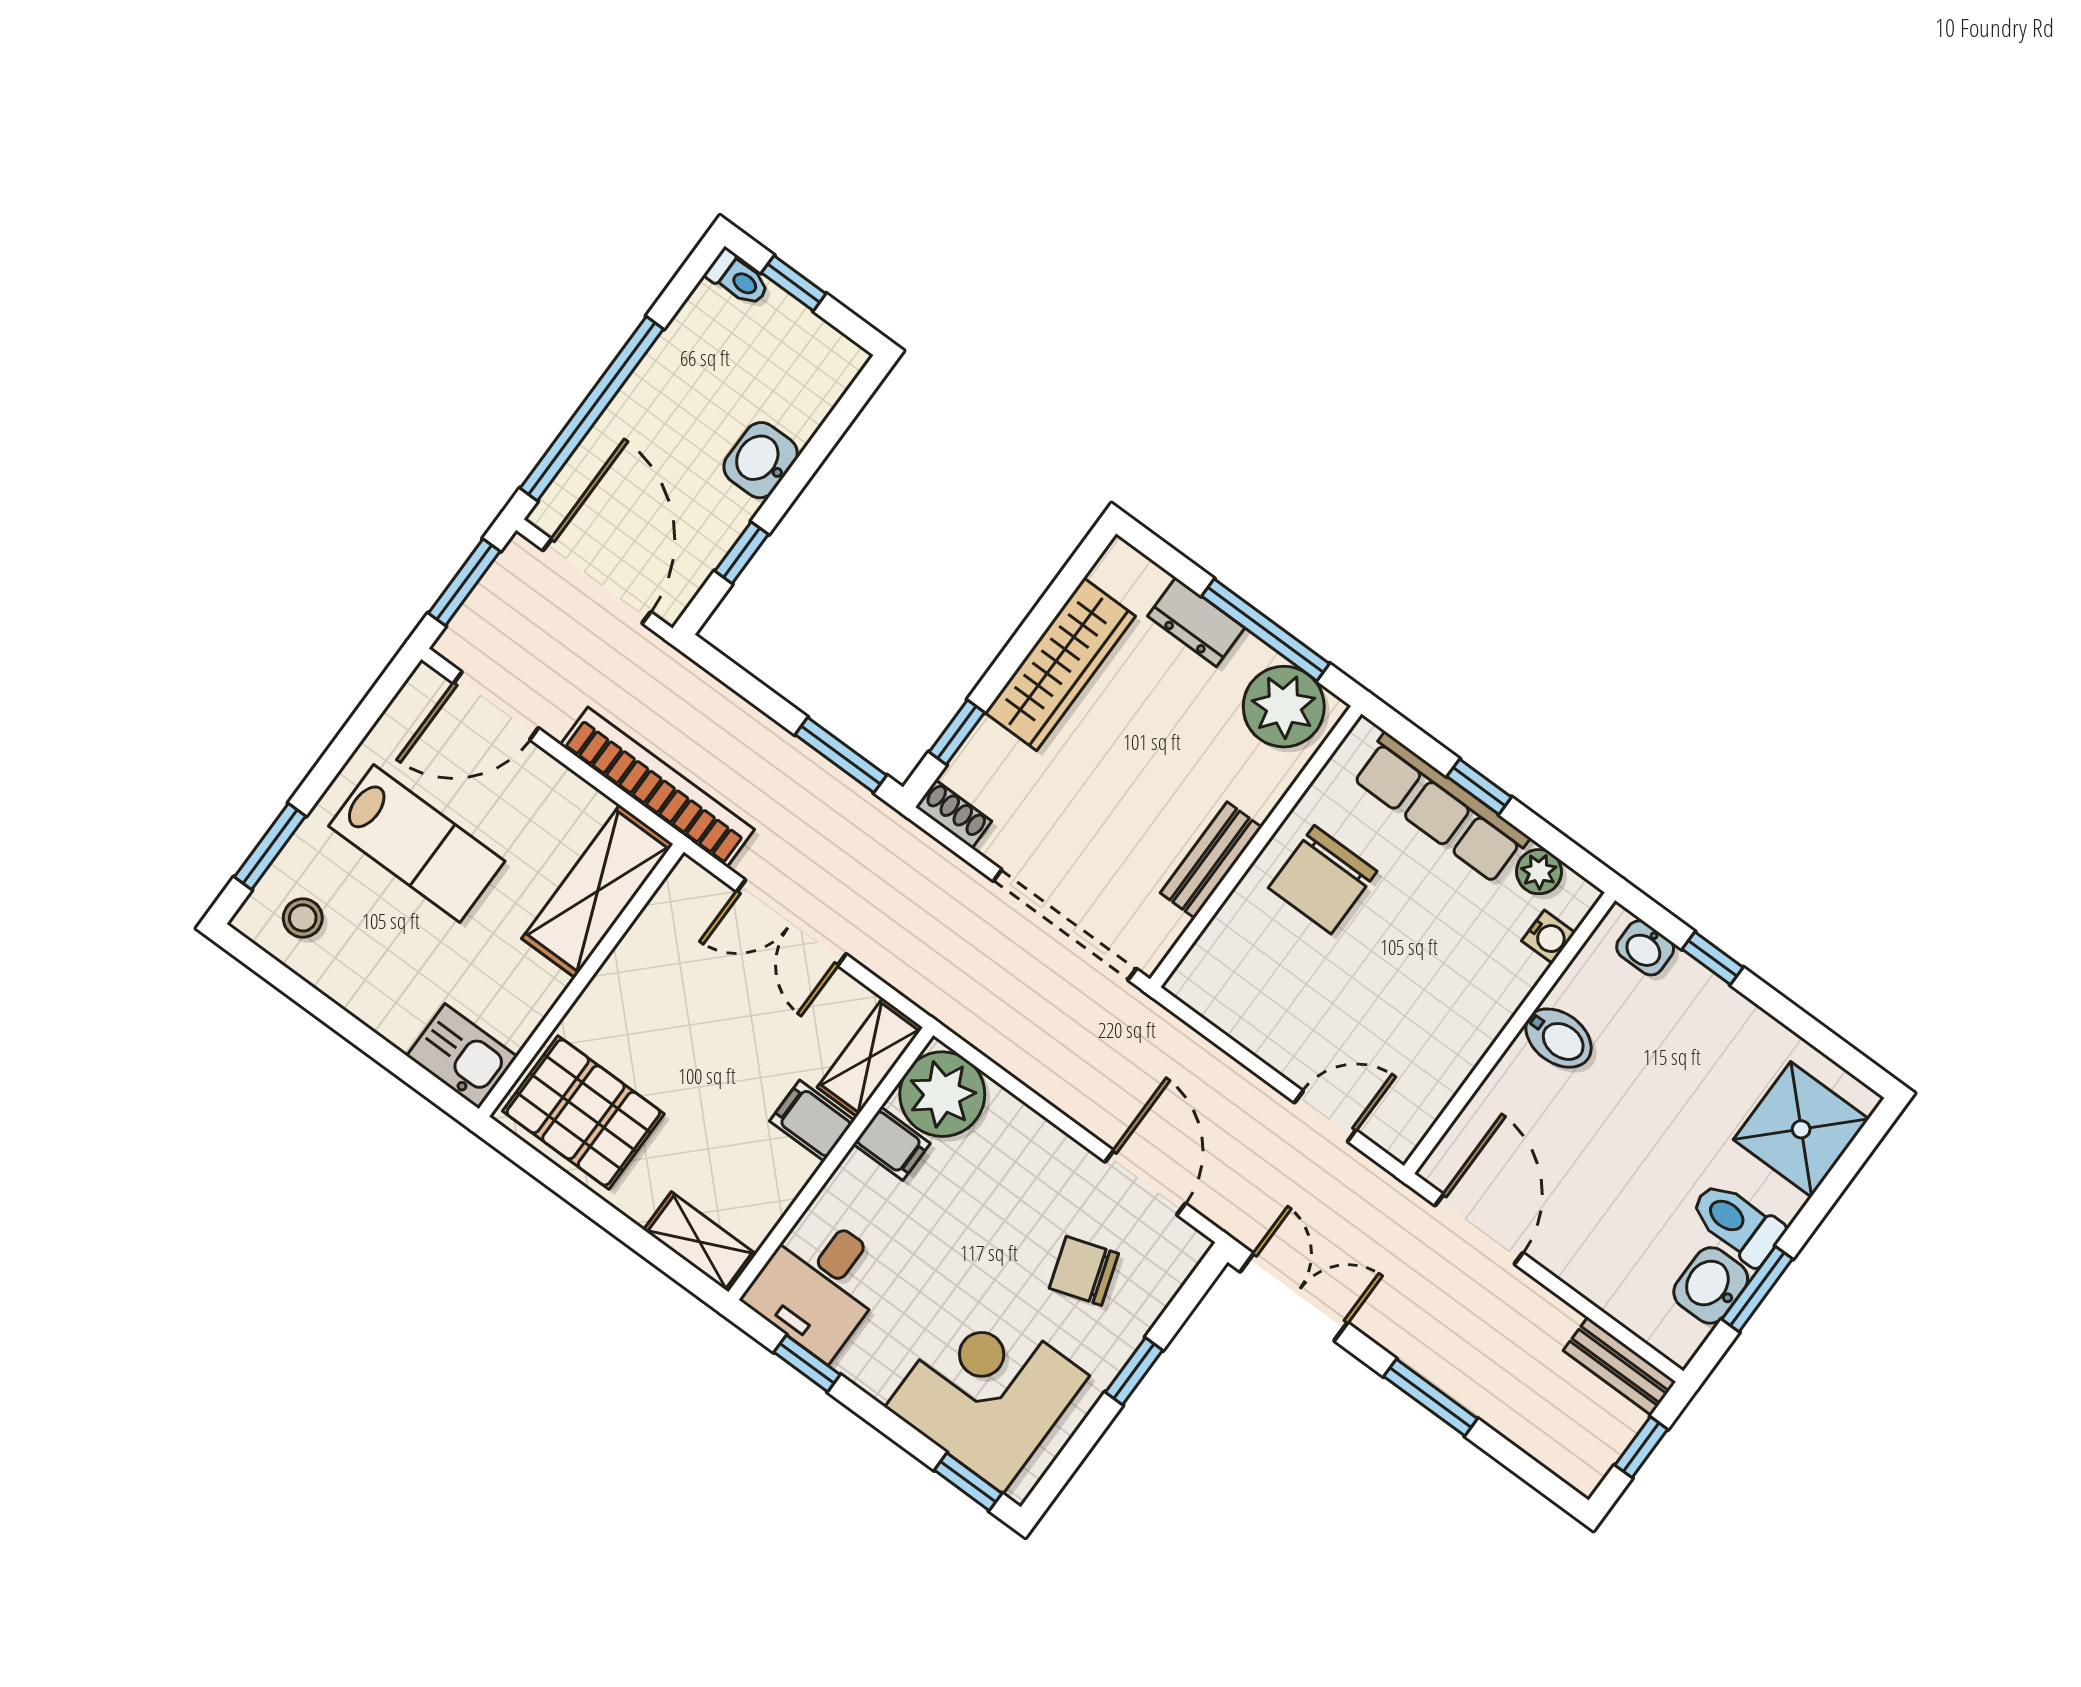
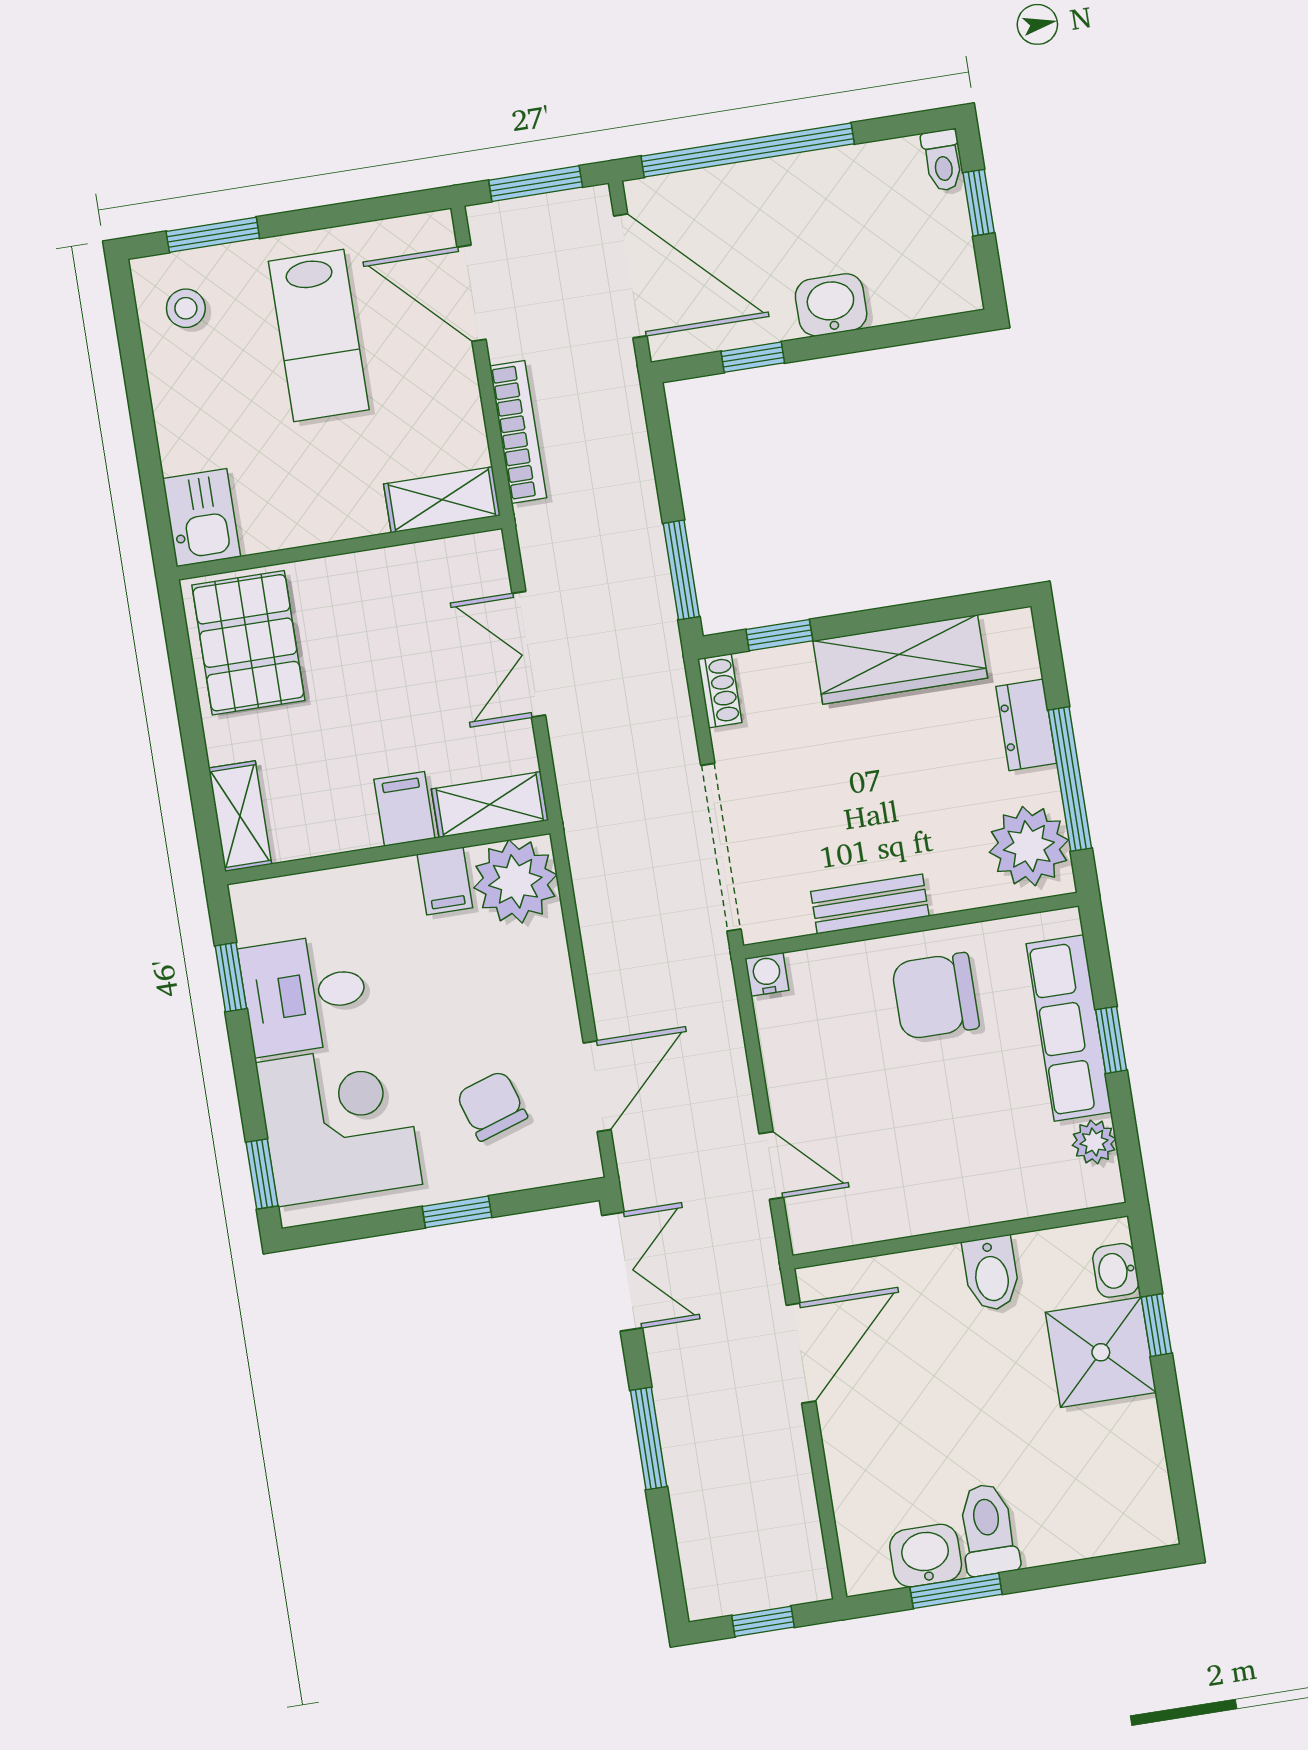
door: (597, 581) -> (630, 276), hinge flipped
bookcase: (657, 787) -> (518, 432), width x0.68, depth x0.76
shelving: (597, 891) -> (442, 500), width x0.67, depth x0.75
water cooler: (1548, 937) -> (767, 974), moved, turned 180
shower: (1801, 1129) -> (1101, 1352), moved
desk: (819, 1284) -> (305, 994), moved
bench: (1620, 1366) -> (804, 1549), removed

